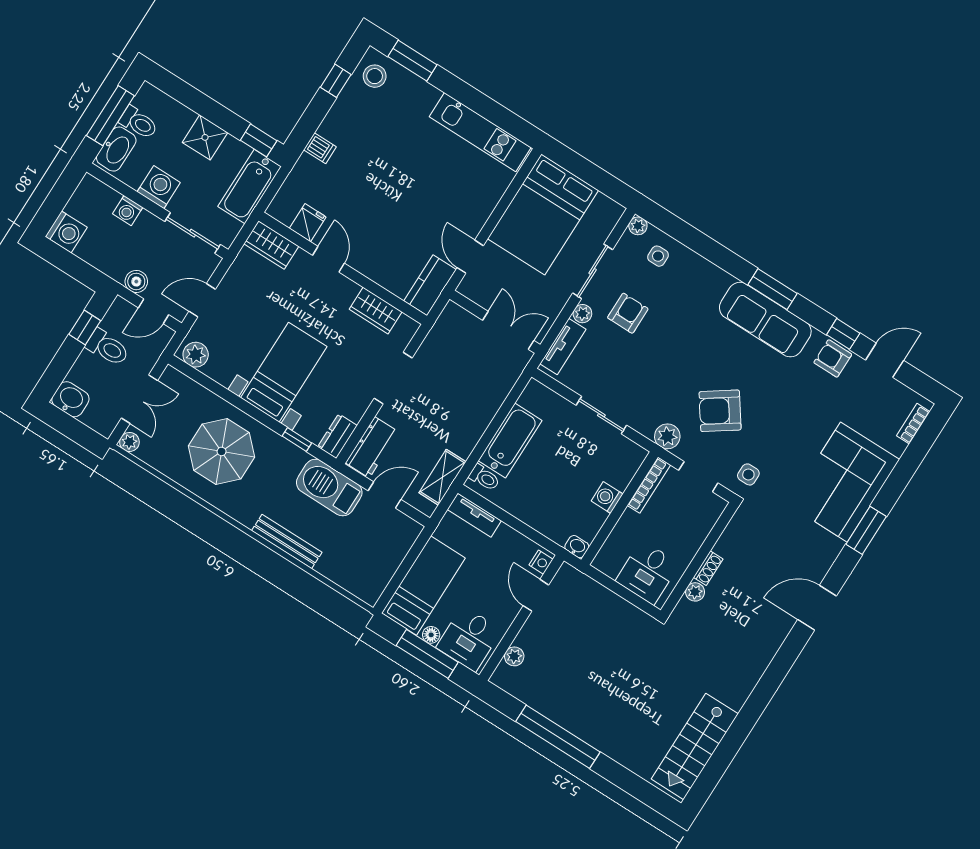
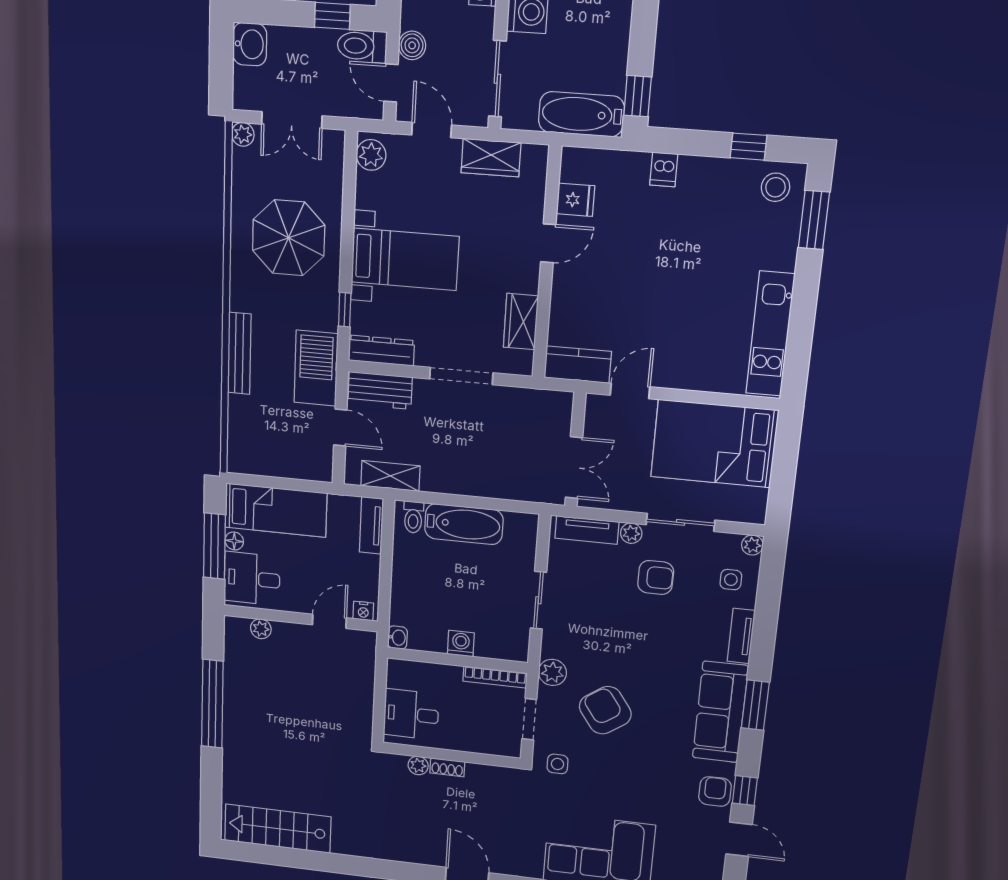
shower: (205, 137) -> (610, 33), removed
wardrobe: (271, 245) -> (491, 158), moved, turned -90
tv unit: (709, 271) -> (741, 636), added
toilet: (107, 348) -> (362, 46), moved, turned 90
dresser: (337, 436) -> (381, 350), width x1.44

